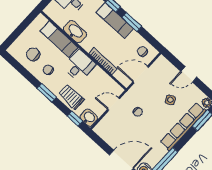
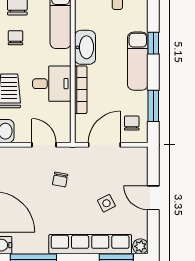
window: (132, 22) -> (153, 106), moved
washbasin: (75, 32) -> (85, 47), moved
desk: (79, 66) -> (52, 84), moved
door: (141, 75) -> (104, 145), hinge flipped

